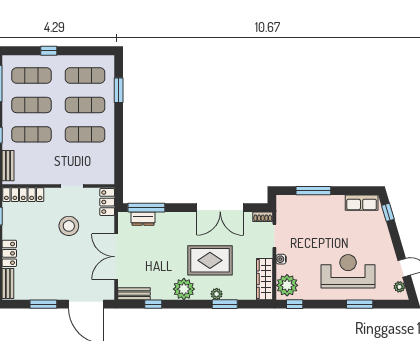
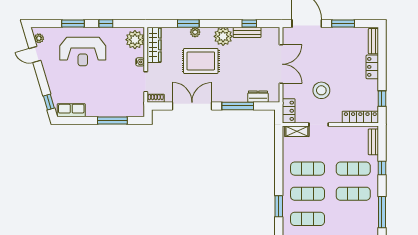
exercise mat: (32, 76) -> (353, 219), removed
shelving: (97, 178) -> (297, 131), added
window: (146, 208) -> (238, 106), moved
bench: (134, 294) -> (247, 32), moved
window: (295, 304) -> (106, 24), moved

